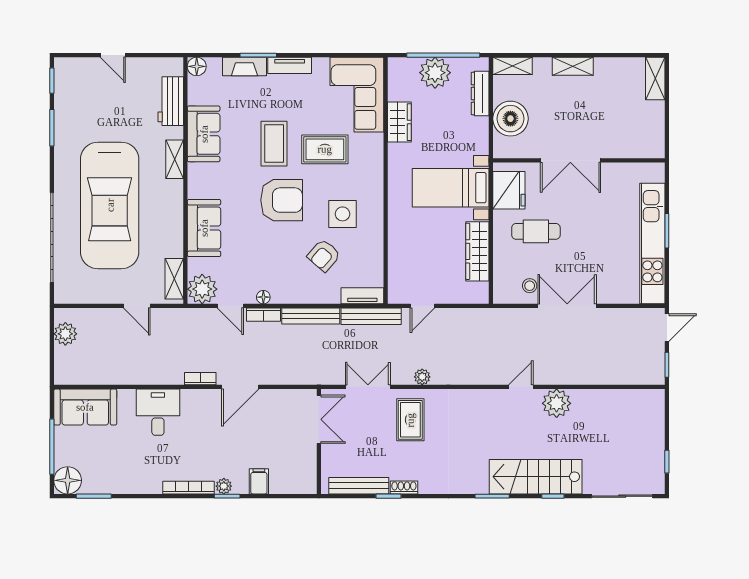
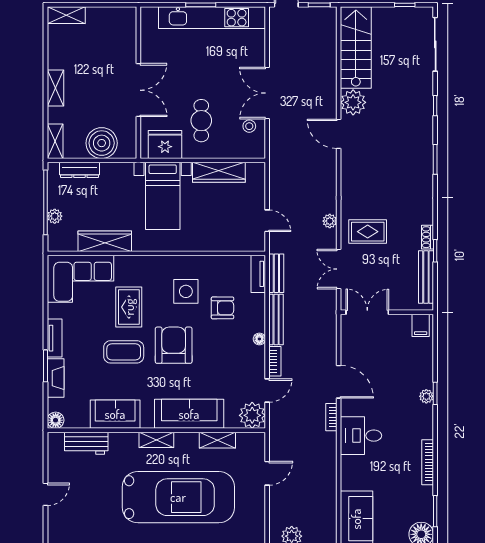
plant: (435, 73) -> (55, 216), width x0.53, depth x0.53
wardrobe: (399, 122) -> (105, 241), width x1.50
shelving: (175, 159) -> (156, 440), moved
sofa: (204, 228) -> (189, 414), width x1.36
armchair: (324, 255) -> (223, 308), turned -41
shelving: (174, 279) -> (217, 440), moved
floor lamp: (263, 297) -> (259, 339), moved
bench: (371, 316) -> (276, 273), width x0.73
door: (521, 387) -> (339, 134), width x1.38
desk: (158, 412) -> (361, 436), moved
stairs: (536, 477) -> (356, 47), moved, turned 180
filing cabinet: (259, 481) -> (421, 325), moved, turned -90
bookcase: (189, 488) -> (428, 462), moved

